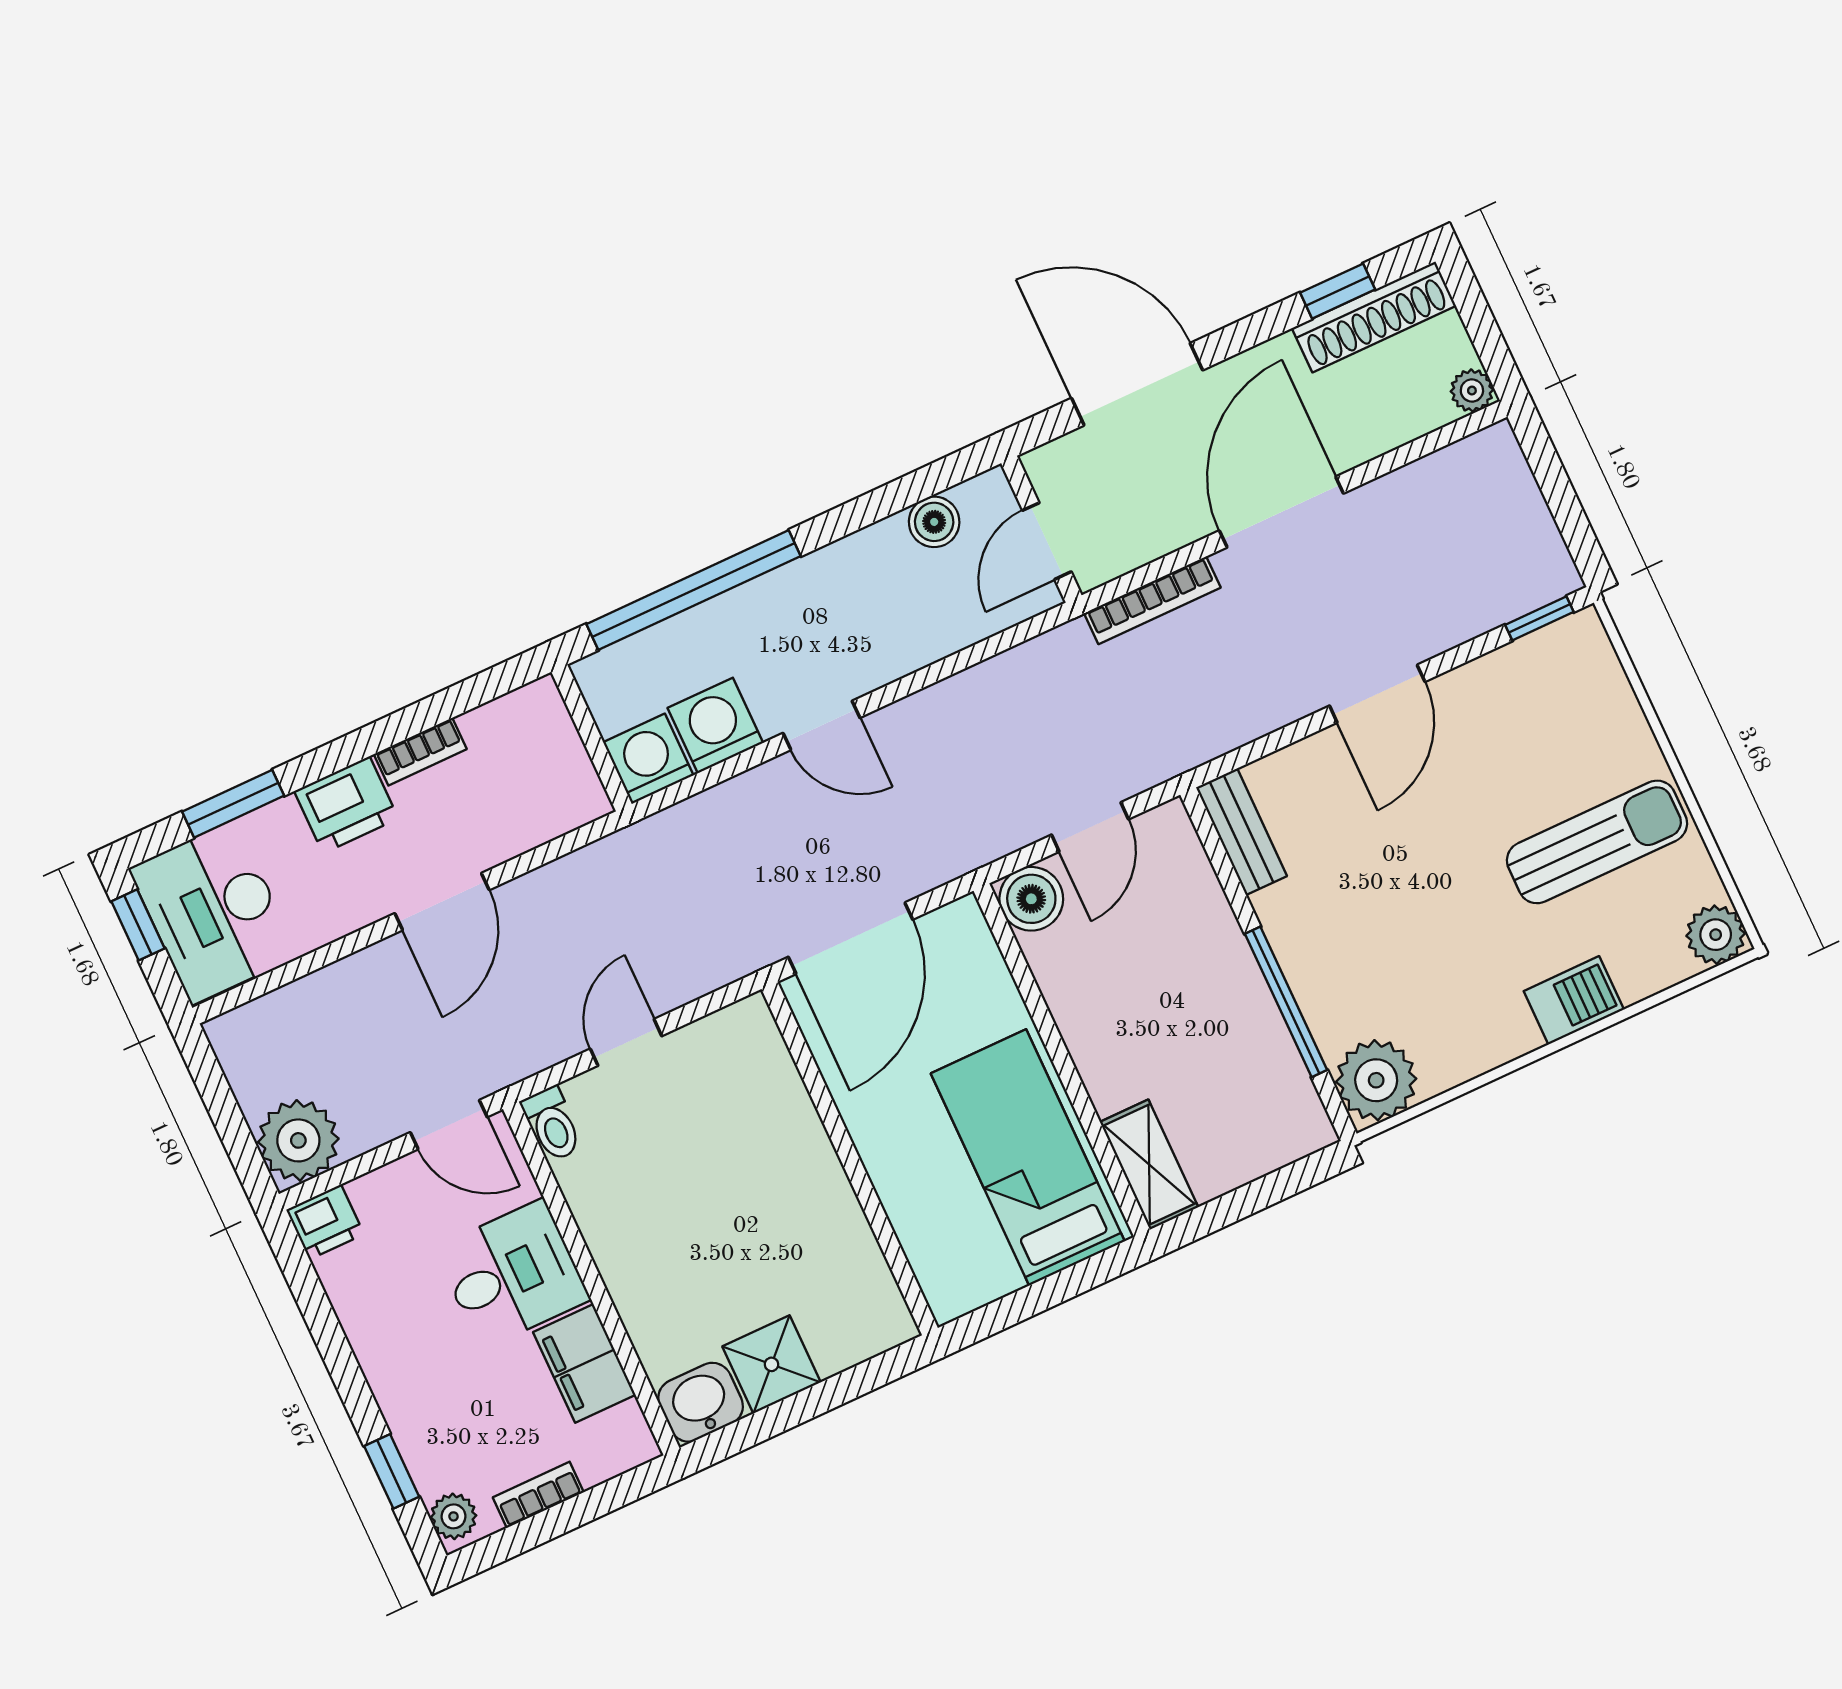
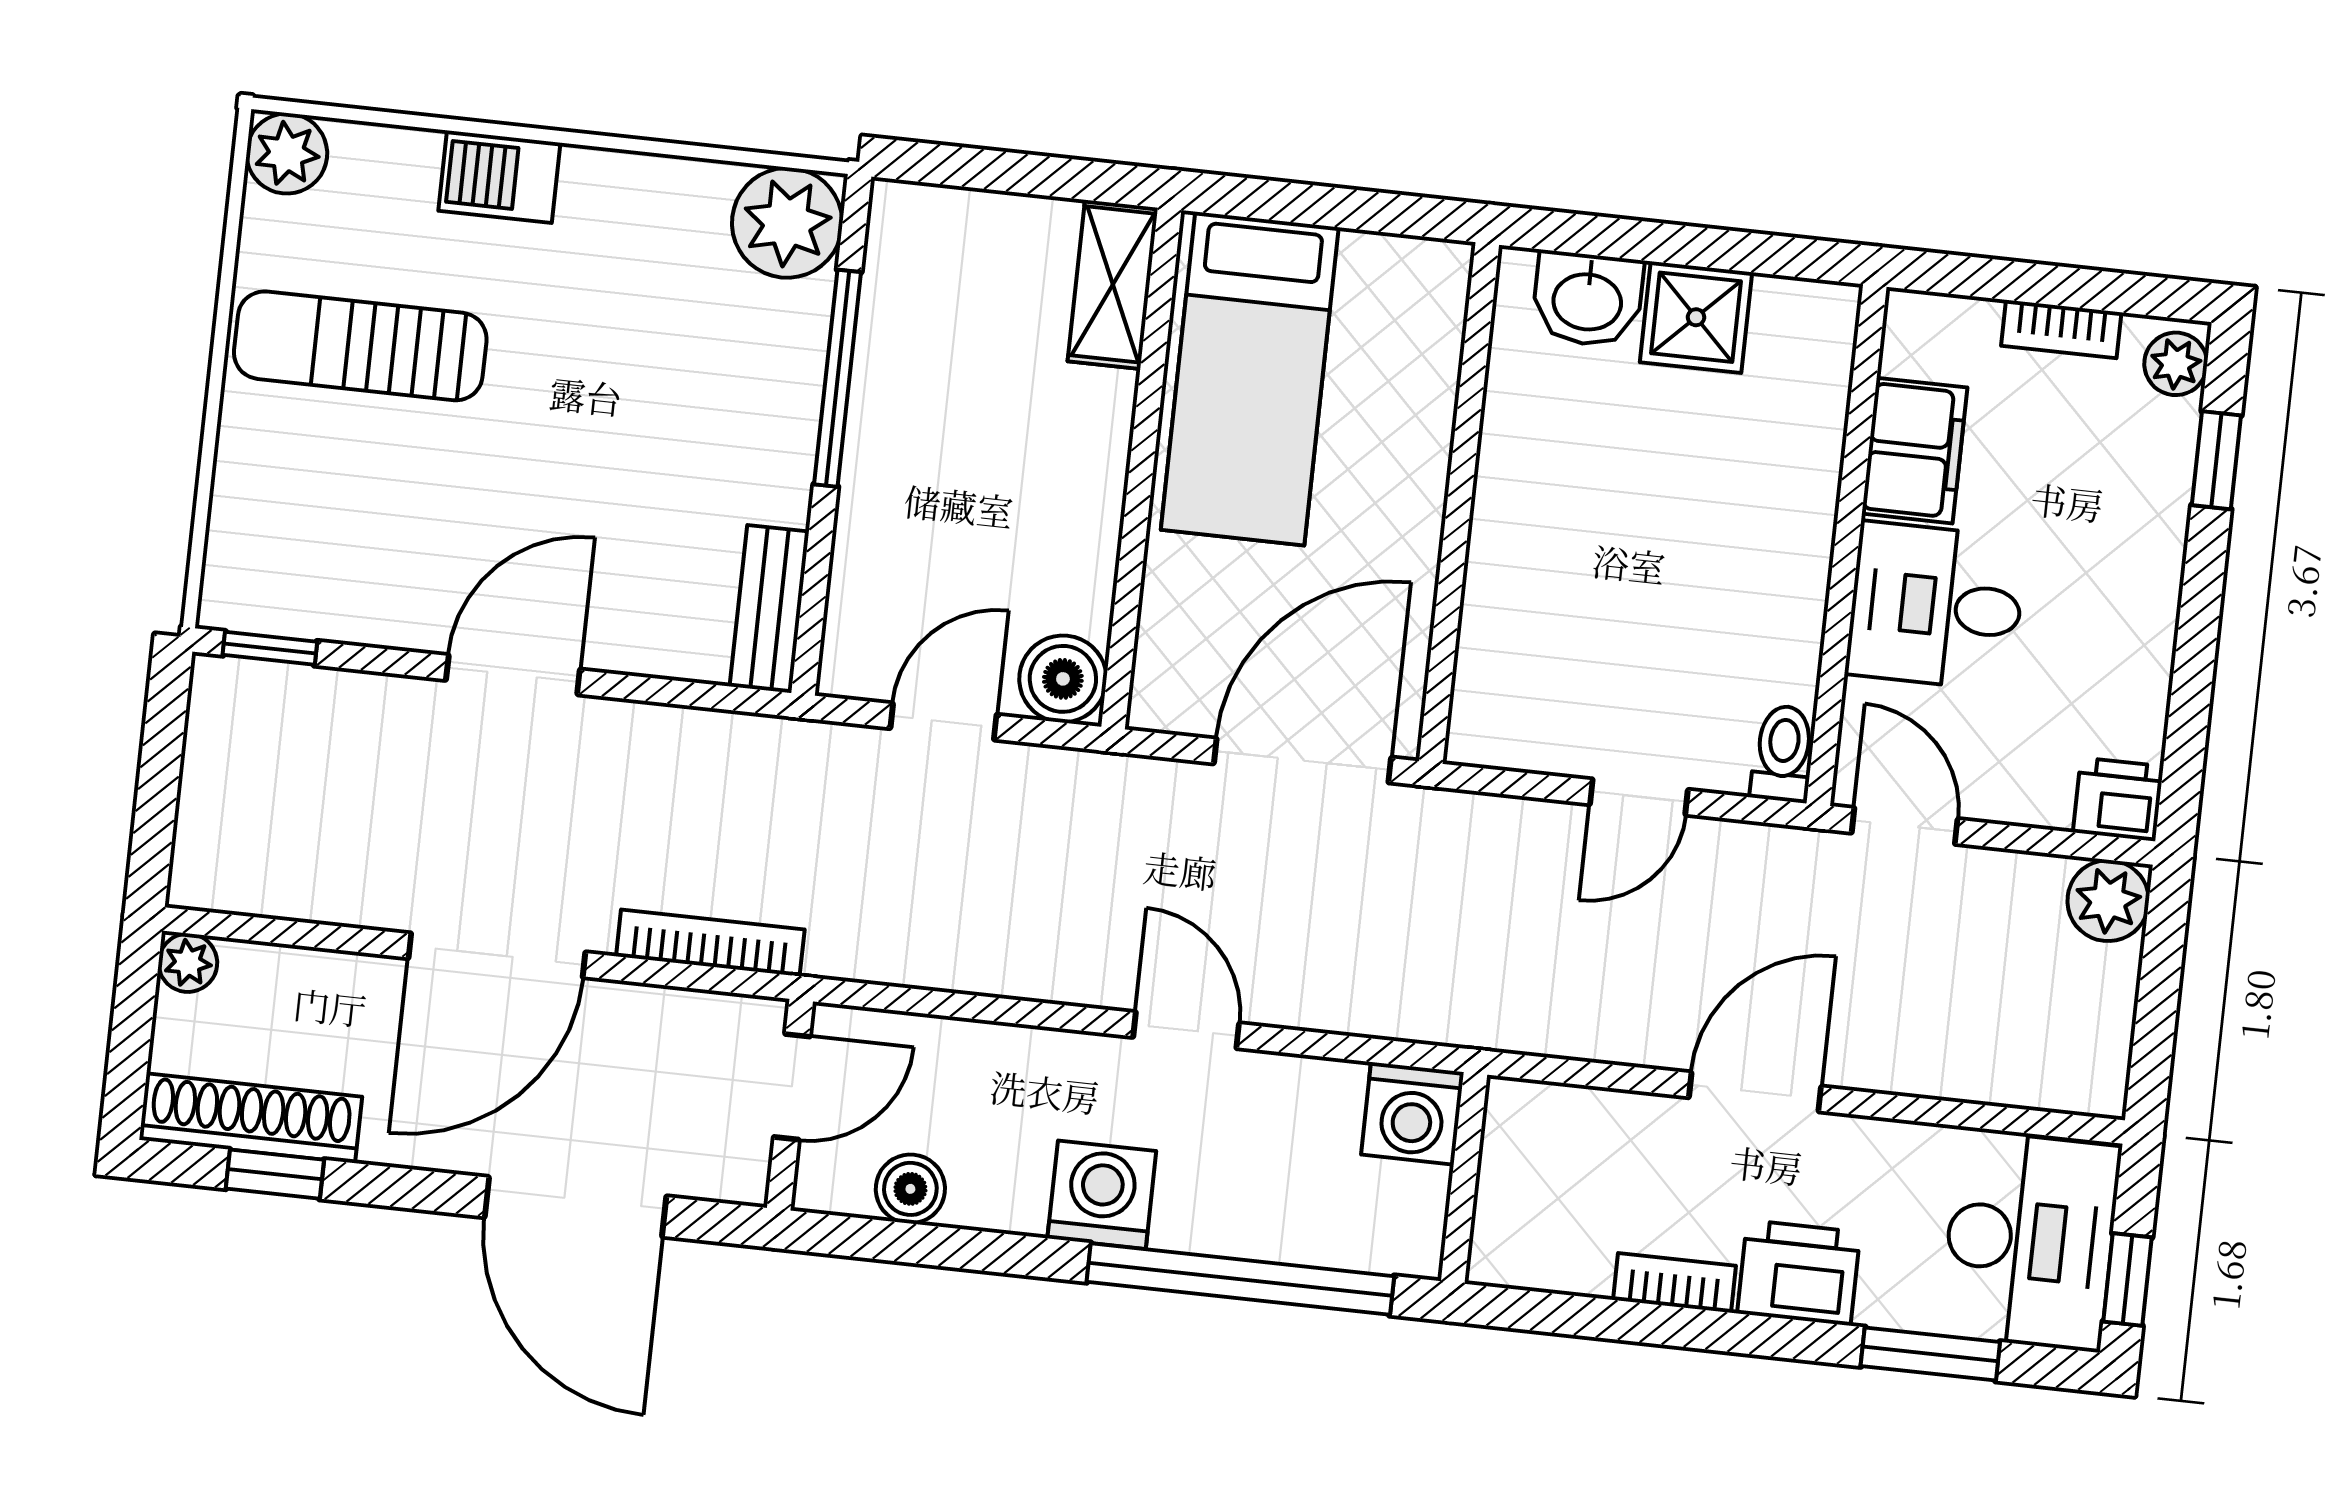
washing machine: (715, 725) -> (1102, 1195), moved, turned 180
plant: (298, 1140) -> (2108, 901), width x0.73, depth x0.73
washbasin: (701, 1402) -> (1587, 299), moved

